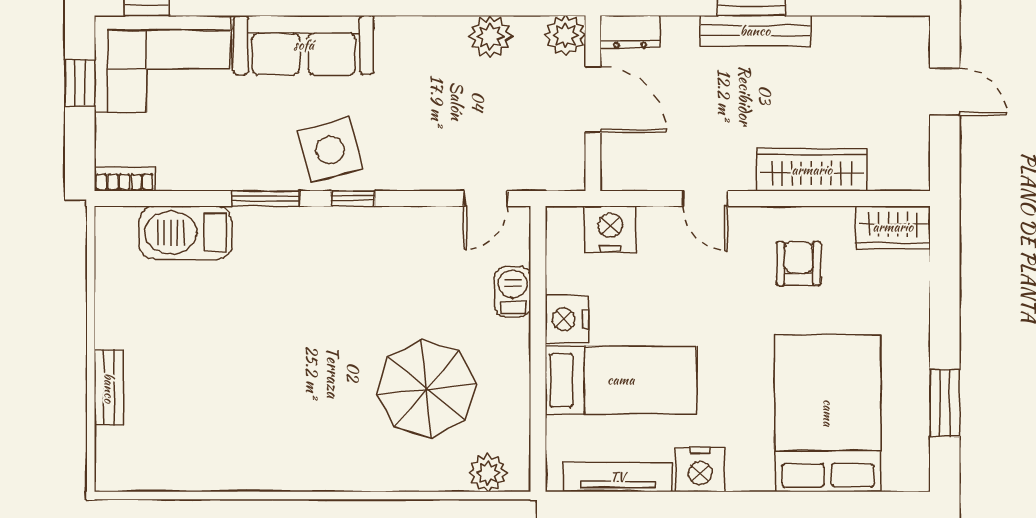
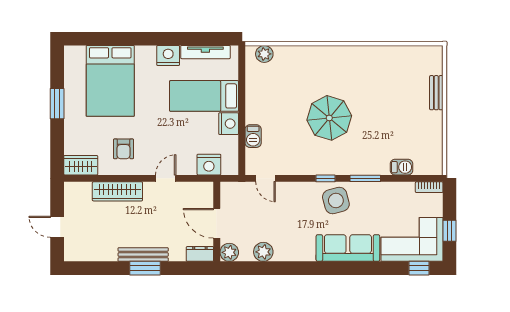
door: (485, 199) -> (265, 178), swing flipped
door: (705, 199) -> (166, 178), hinge flipped
barbecue: (186, 233) -> (402, 167), width x0.53, depth x0.65
parasol: (426, 389) -> (329, 118), moved
window: (945, 403) -> (57, 104), moved

